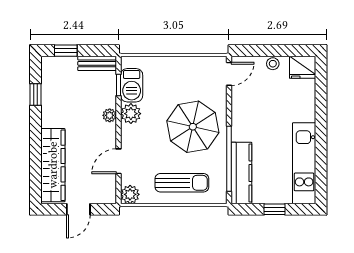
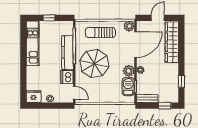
door: (229, 74) -> (74, 93), swing flipped
dishwasher: (242, 102) -> (67, 77), added
door: (119, 161) -> (135, 44), width x1.87
kitchen counter: (241, 173) -> (67, 53), moved

